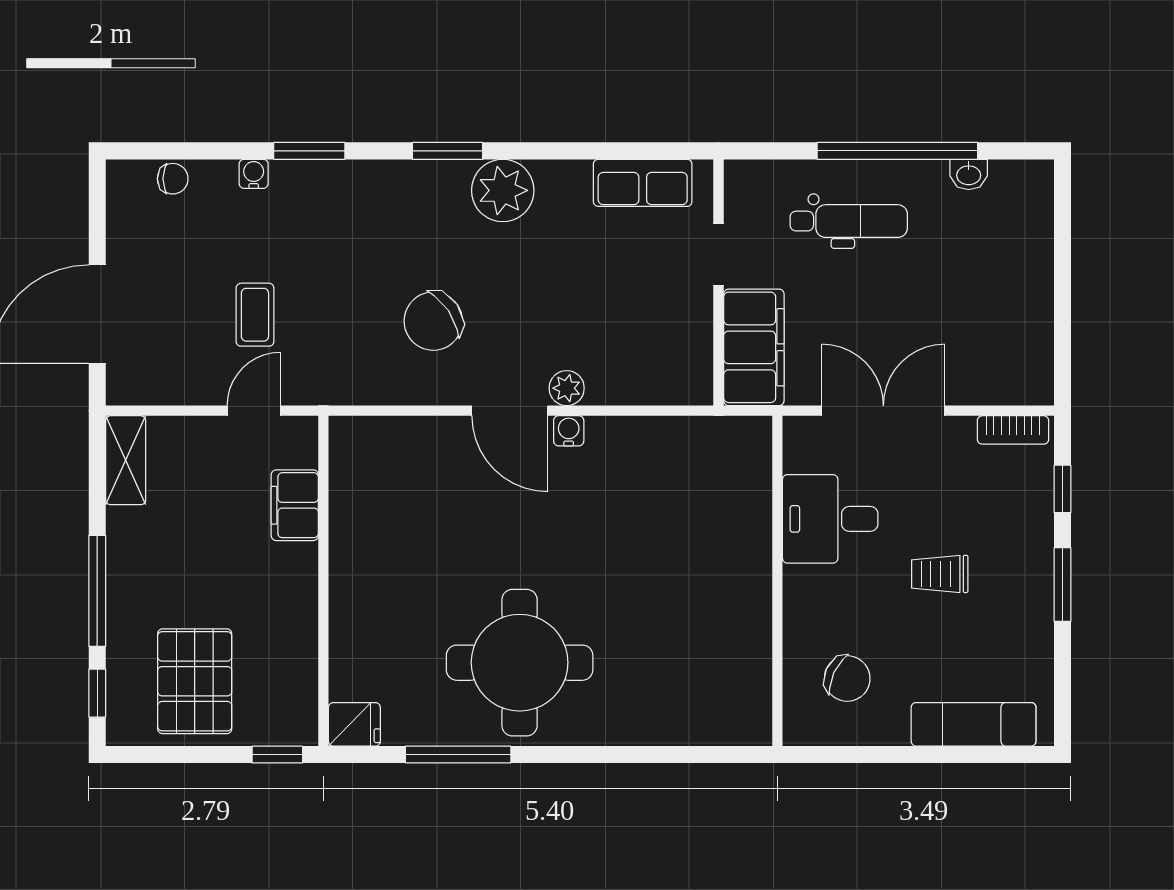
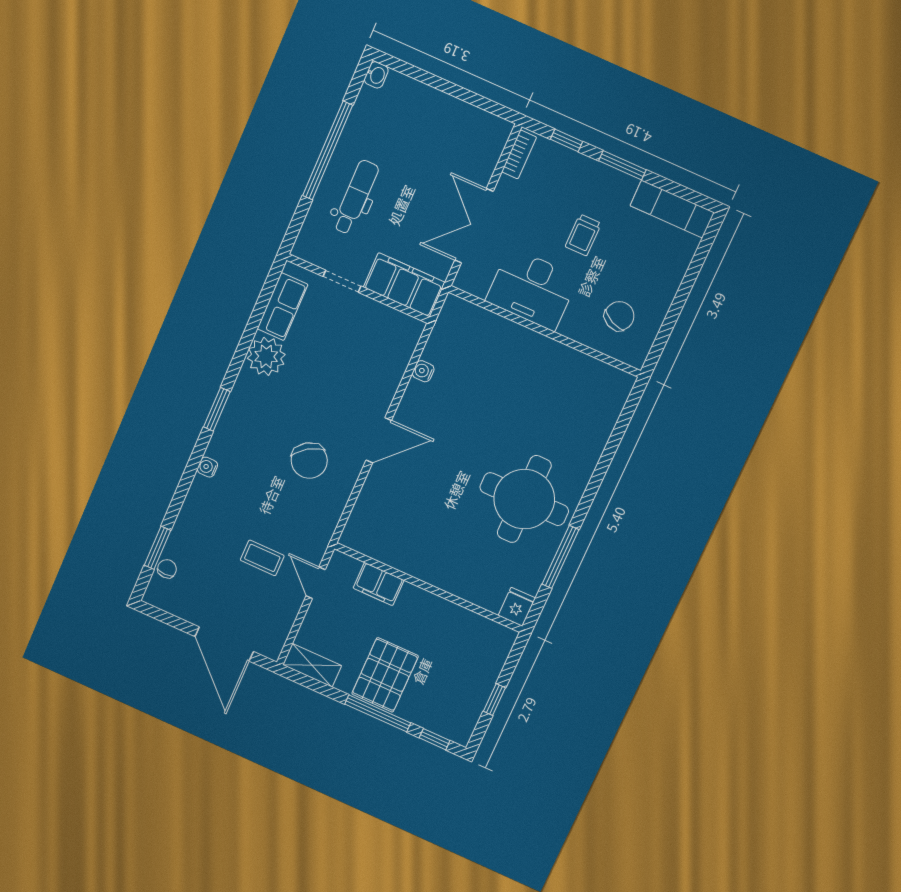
window: (309, 151) -> (158, 548), moved
water cooler: (254, 174) -> (207, 467), moved
washbasin: (969, 174) -> (376, 75), moved
plant: (503, 190) -> (266, 356), moved
plant: (567, 388) -> (380, 402), removed
water cooler: (569, 431) -> (423, 371), moved
desk: (830, 519) -> (532, 289), width x1.37
pallet: (195, 681) -> (385, 675), moved, turned 90
exam couch: (974, 724) -> (672, 209), moved, turned -90
window: (277, 755) -> (494, 700), moved

